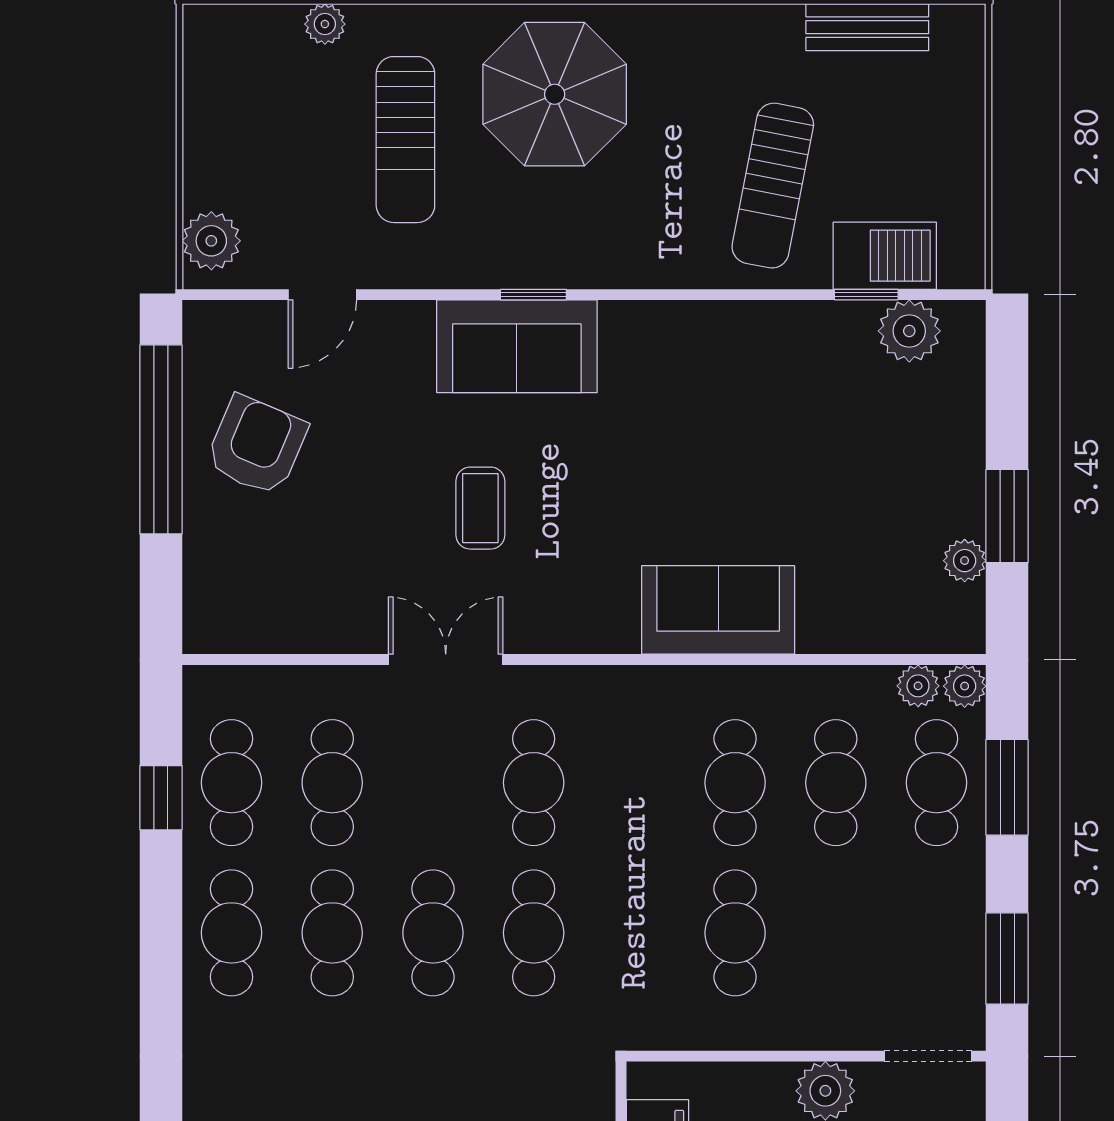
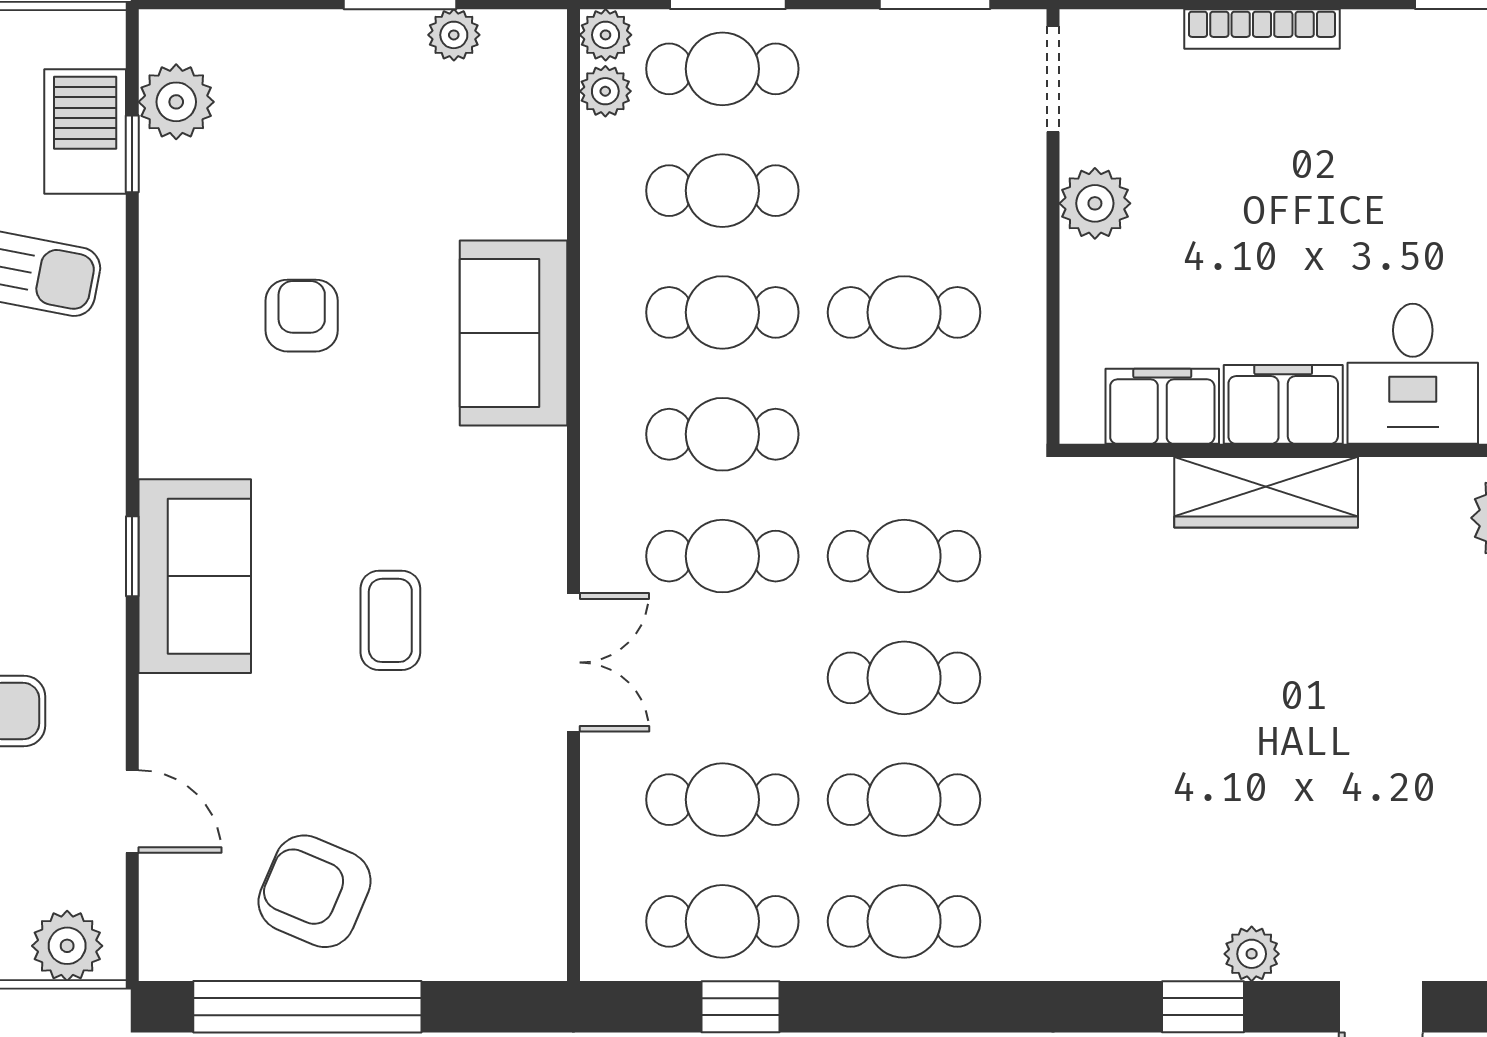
armchair: (733, 435) -> (302, 316), added
coffee table: (480, 508) -> (390, 620), turned 90
double door: (446, 659) -> (573, 662), swing flipped
cafe table: (634, 783) -> (722, 434), added

